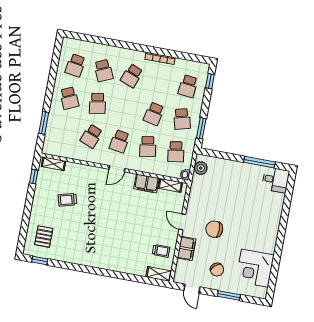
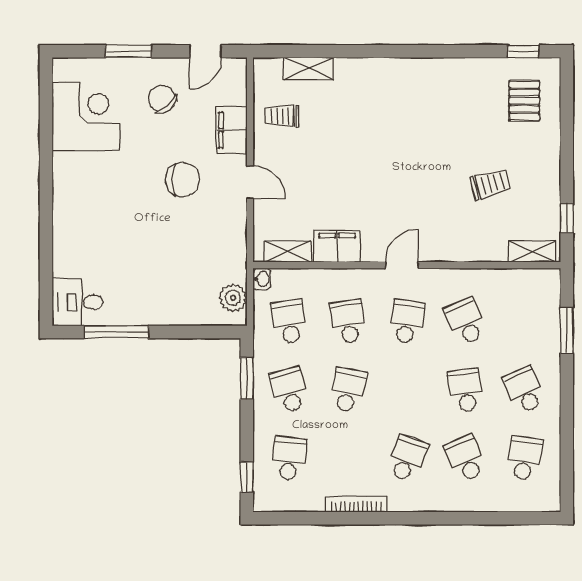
school desk: (91, 136) -> (466, 322), turned -45
shelving: (159, 274) -> (309, 69), moved
door: (192, 289) -> (206, 51), swing flipped

